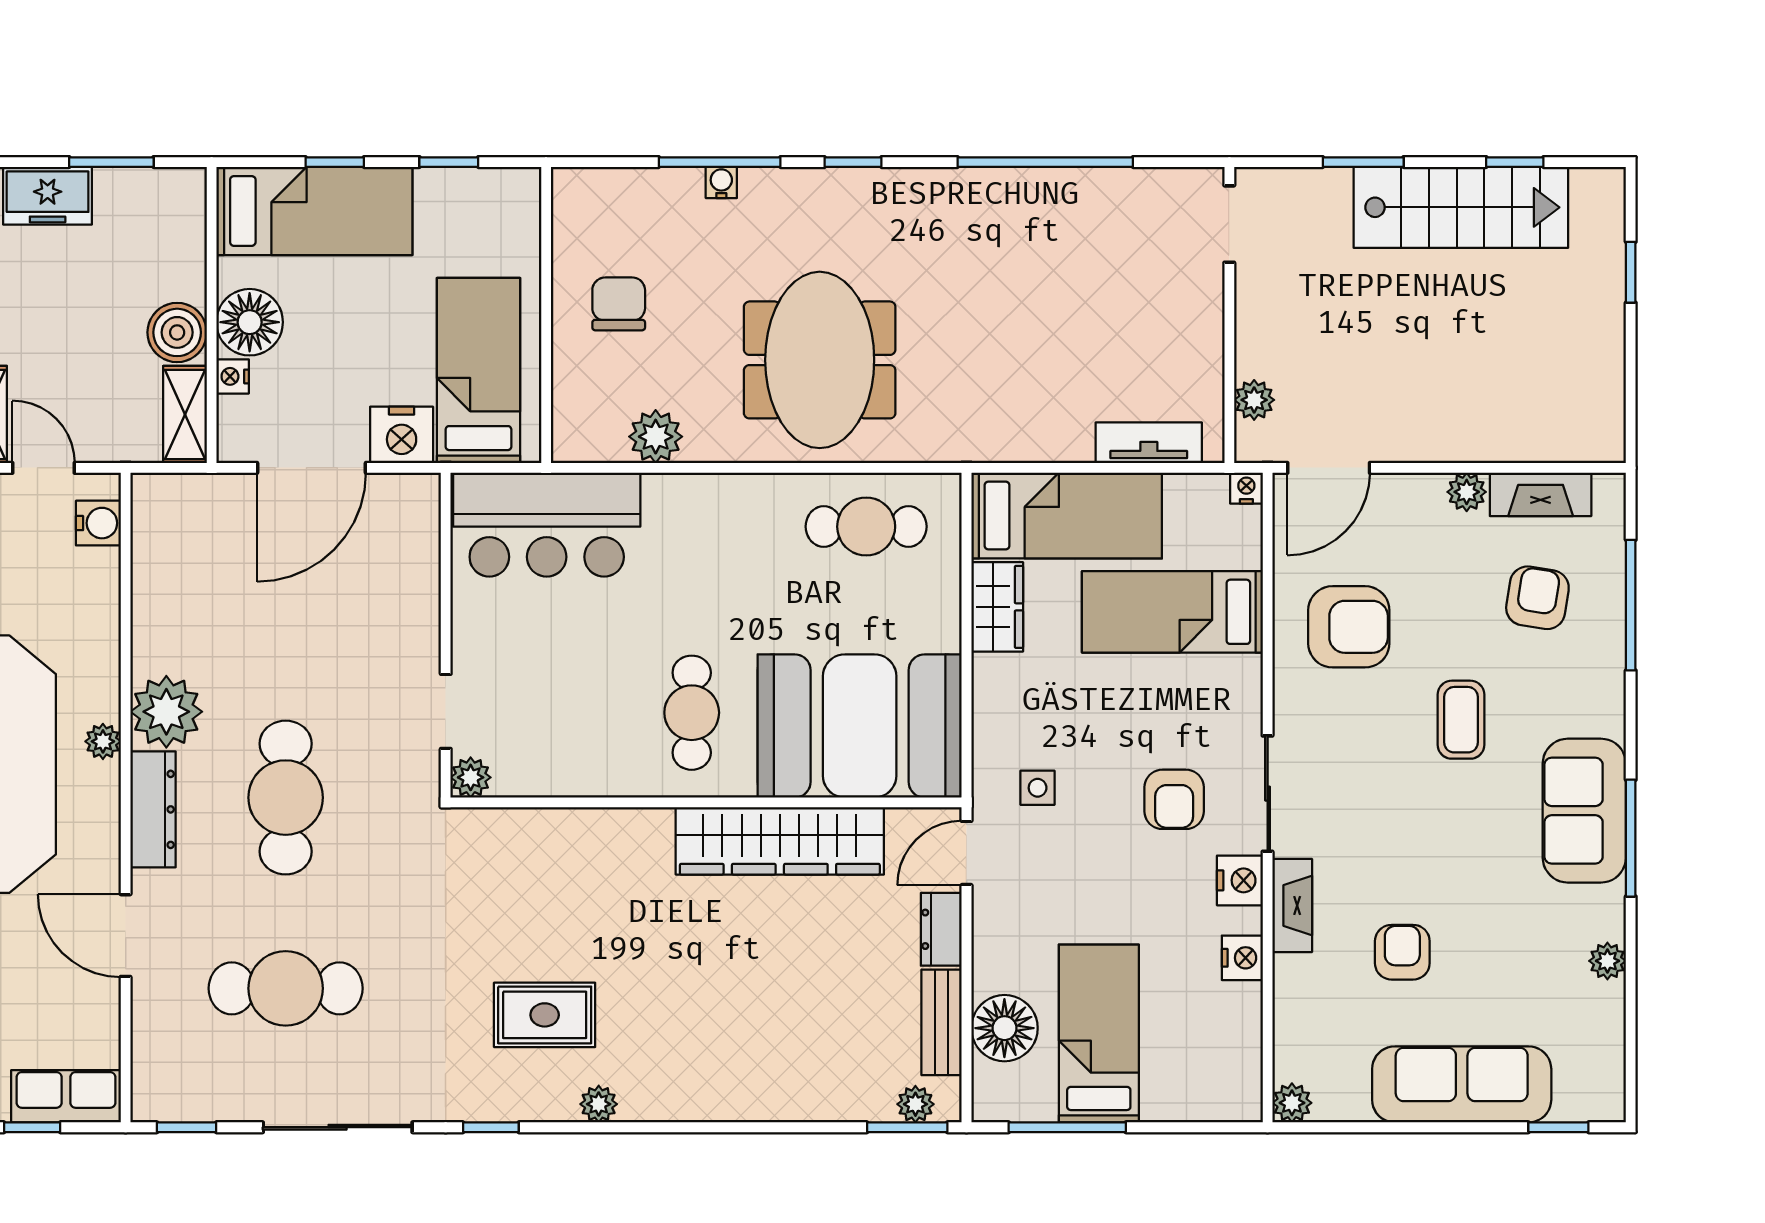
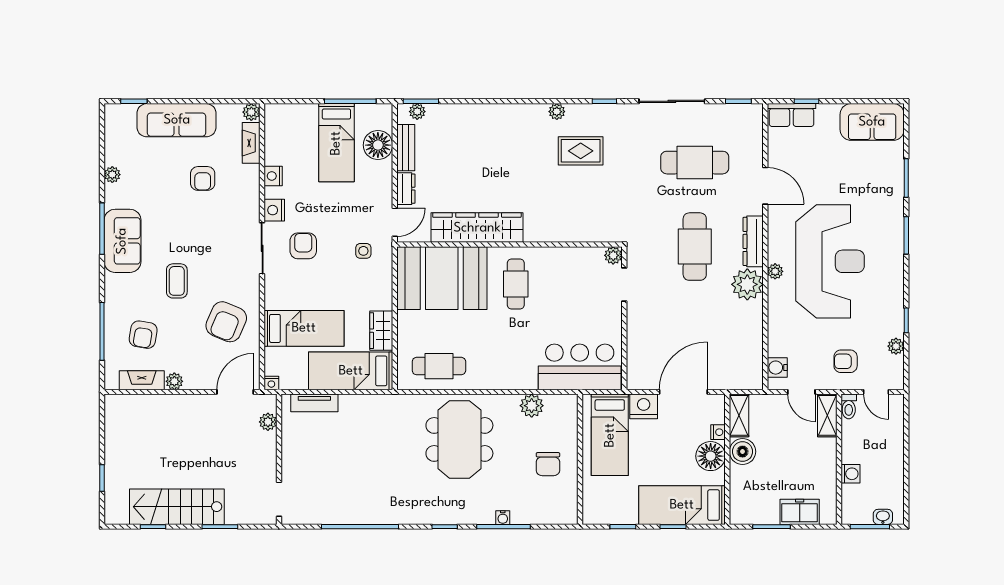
armchair: (1349, 627) -> (226, 322), turned -67
fireplace: (1292, 905) -> (251, 143), moved

